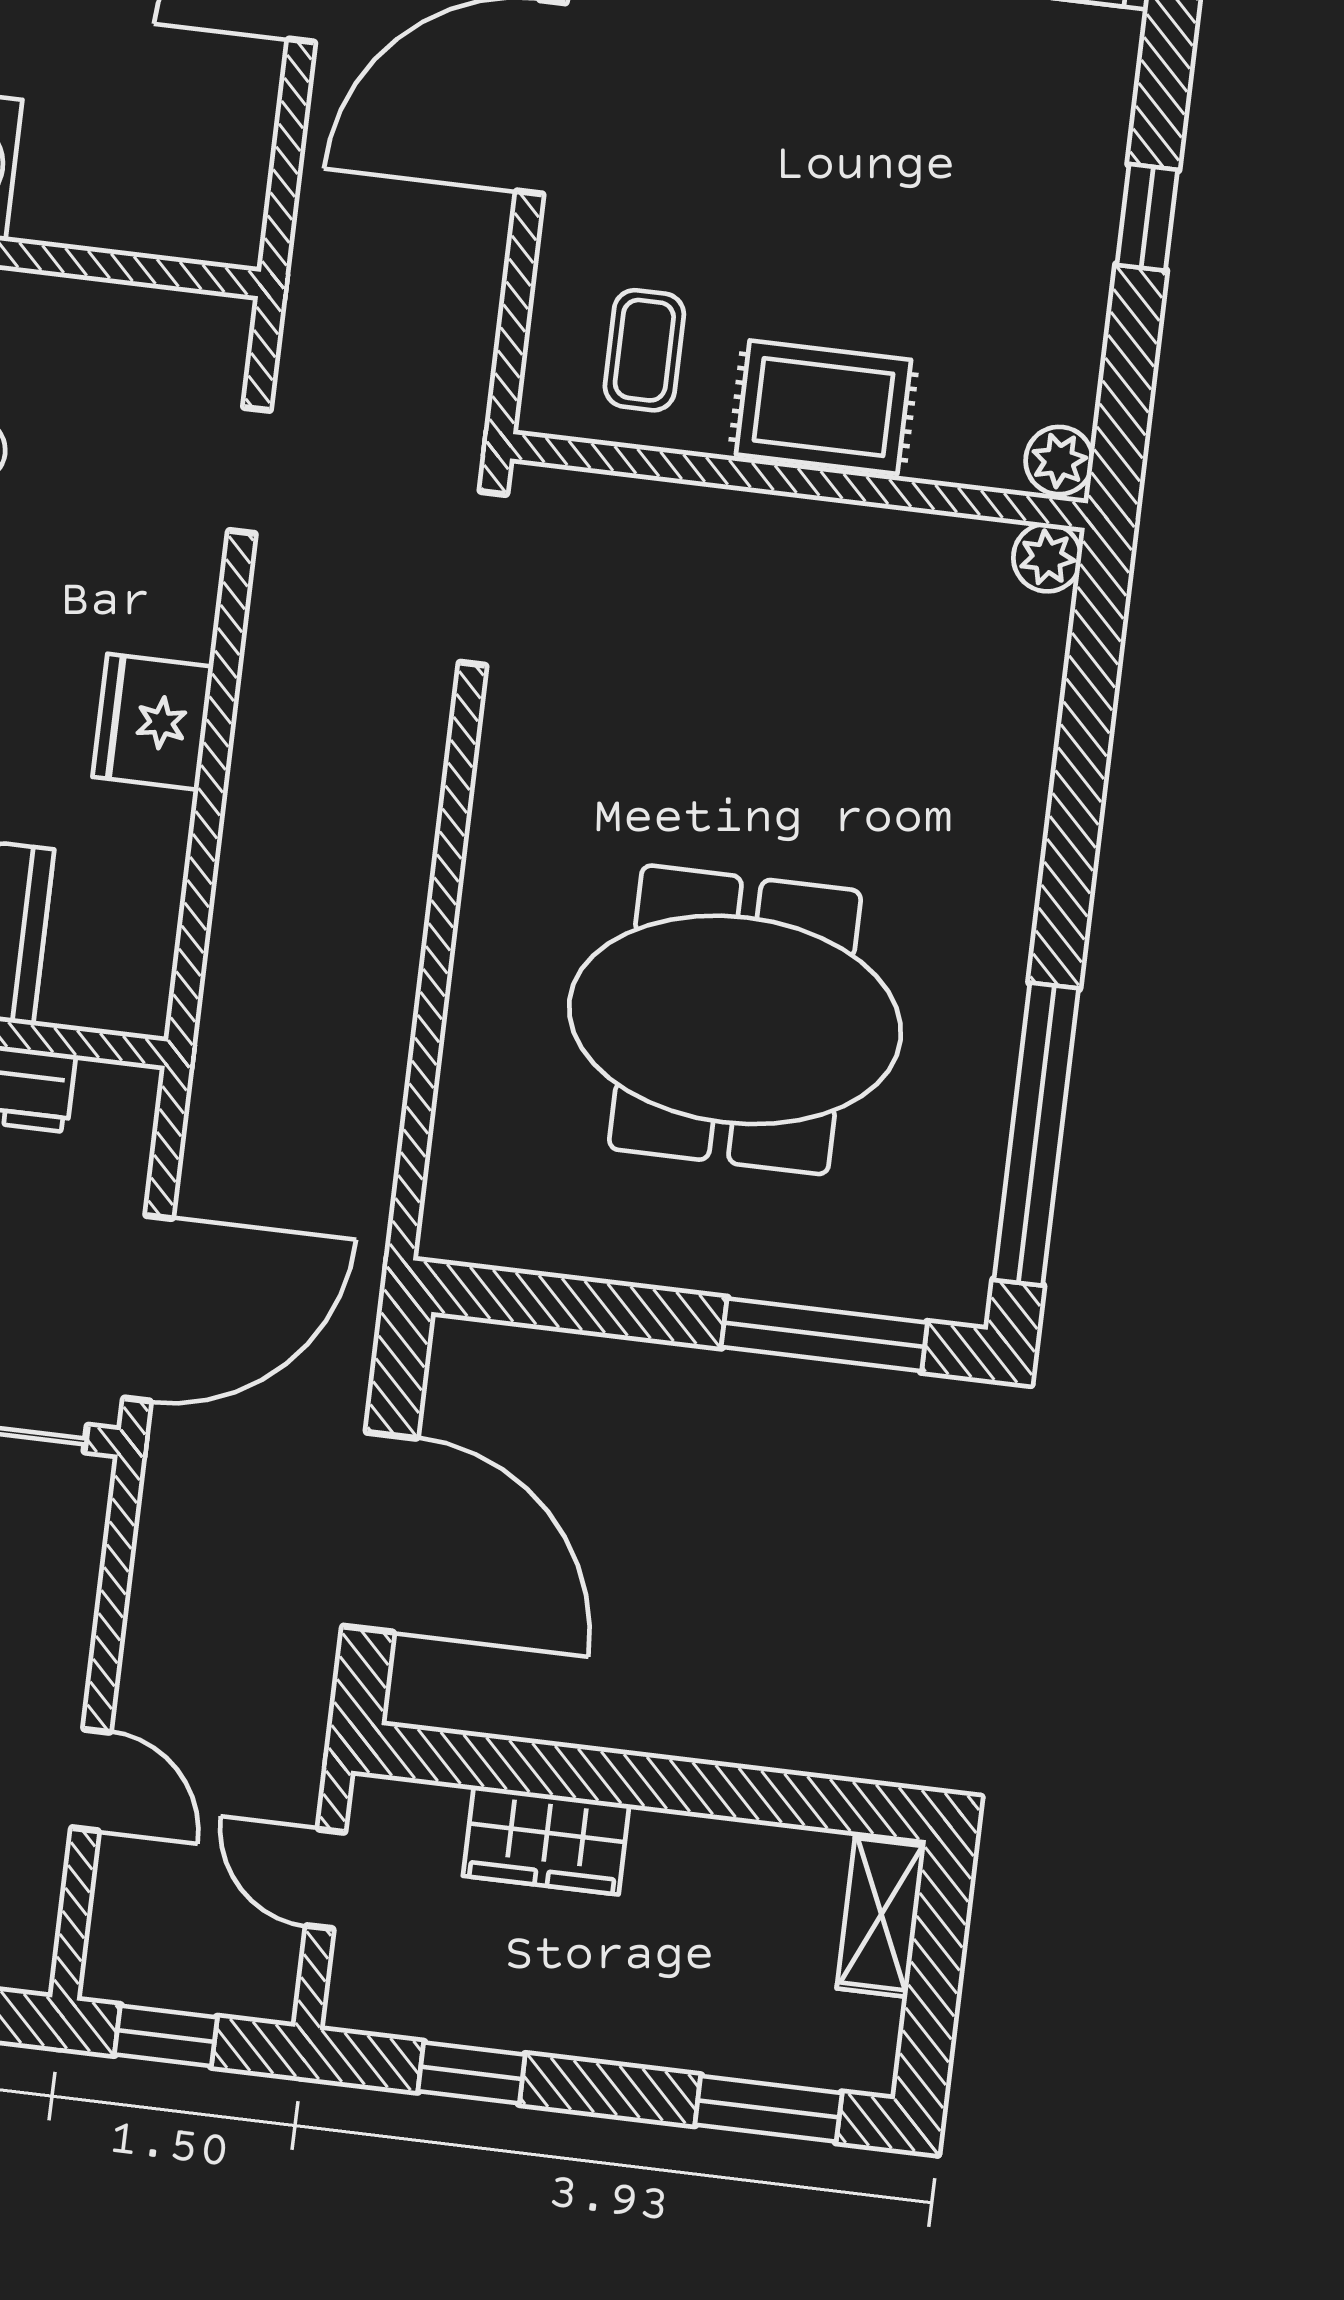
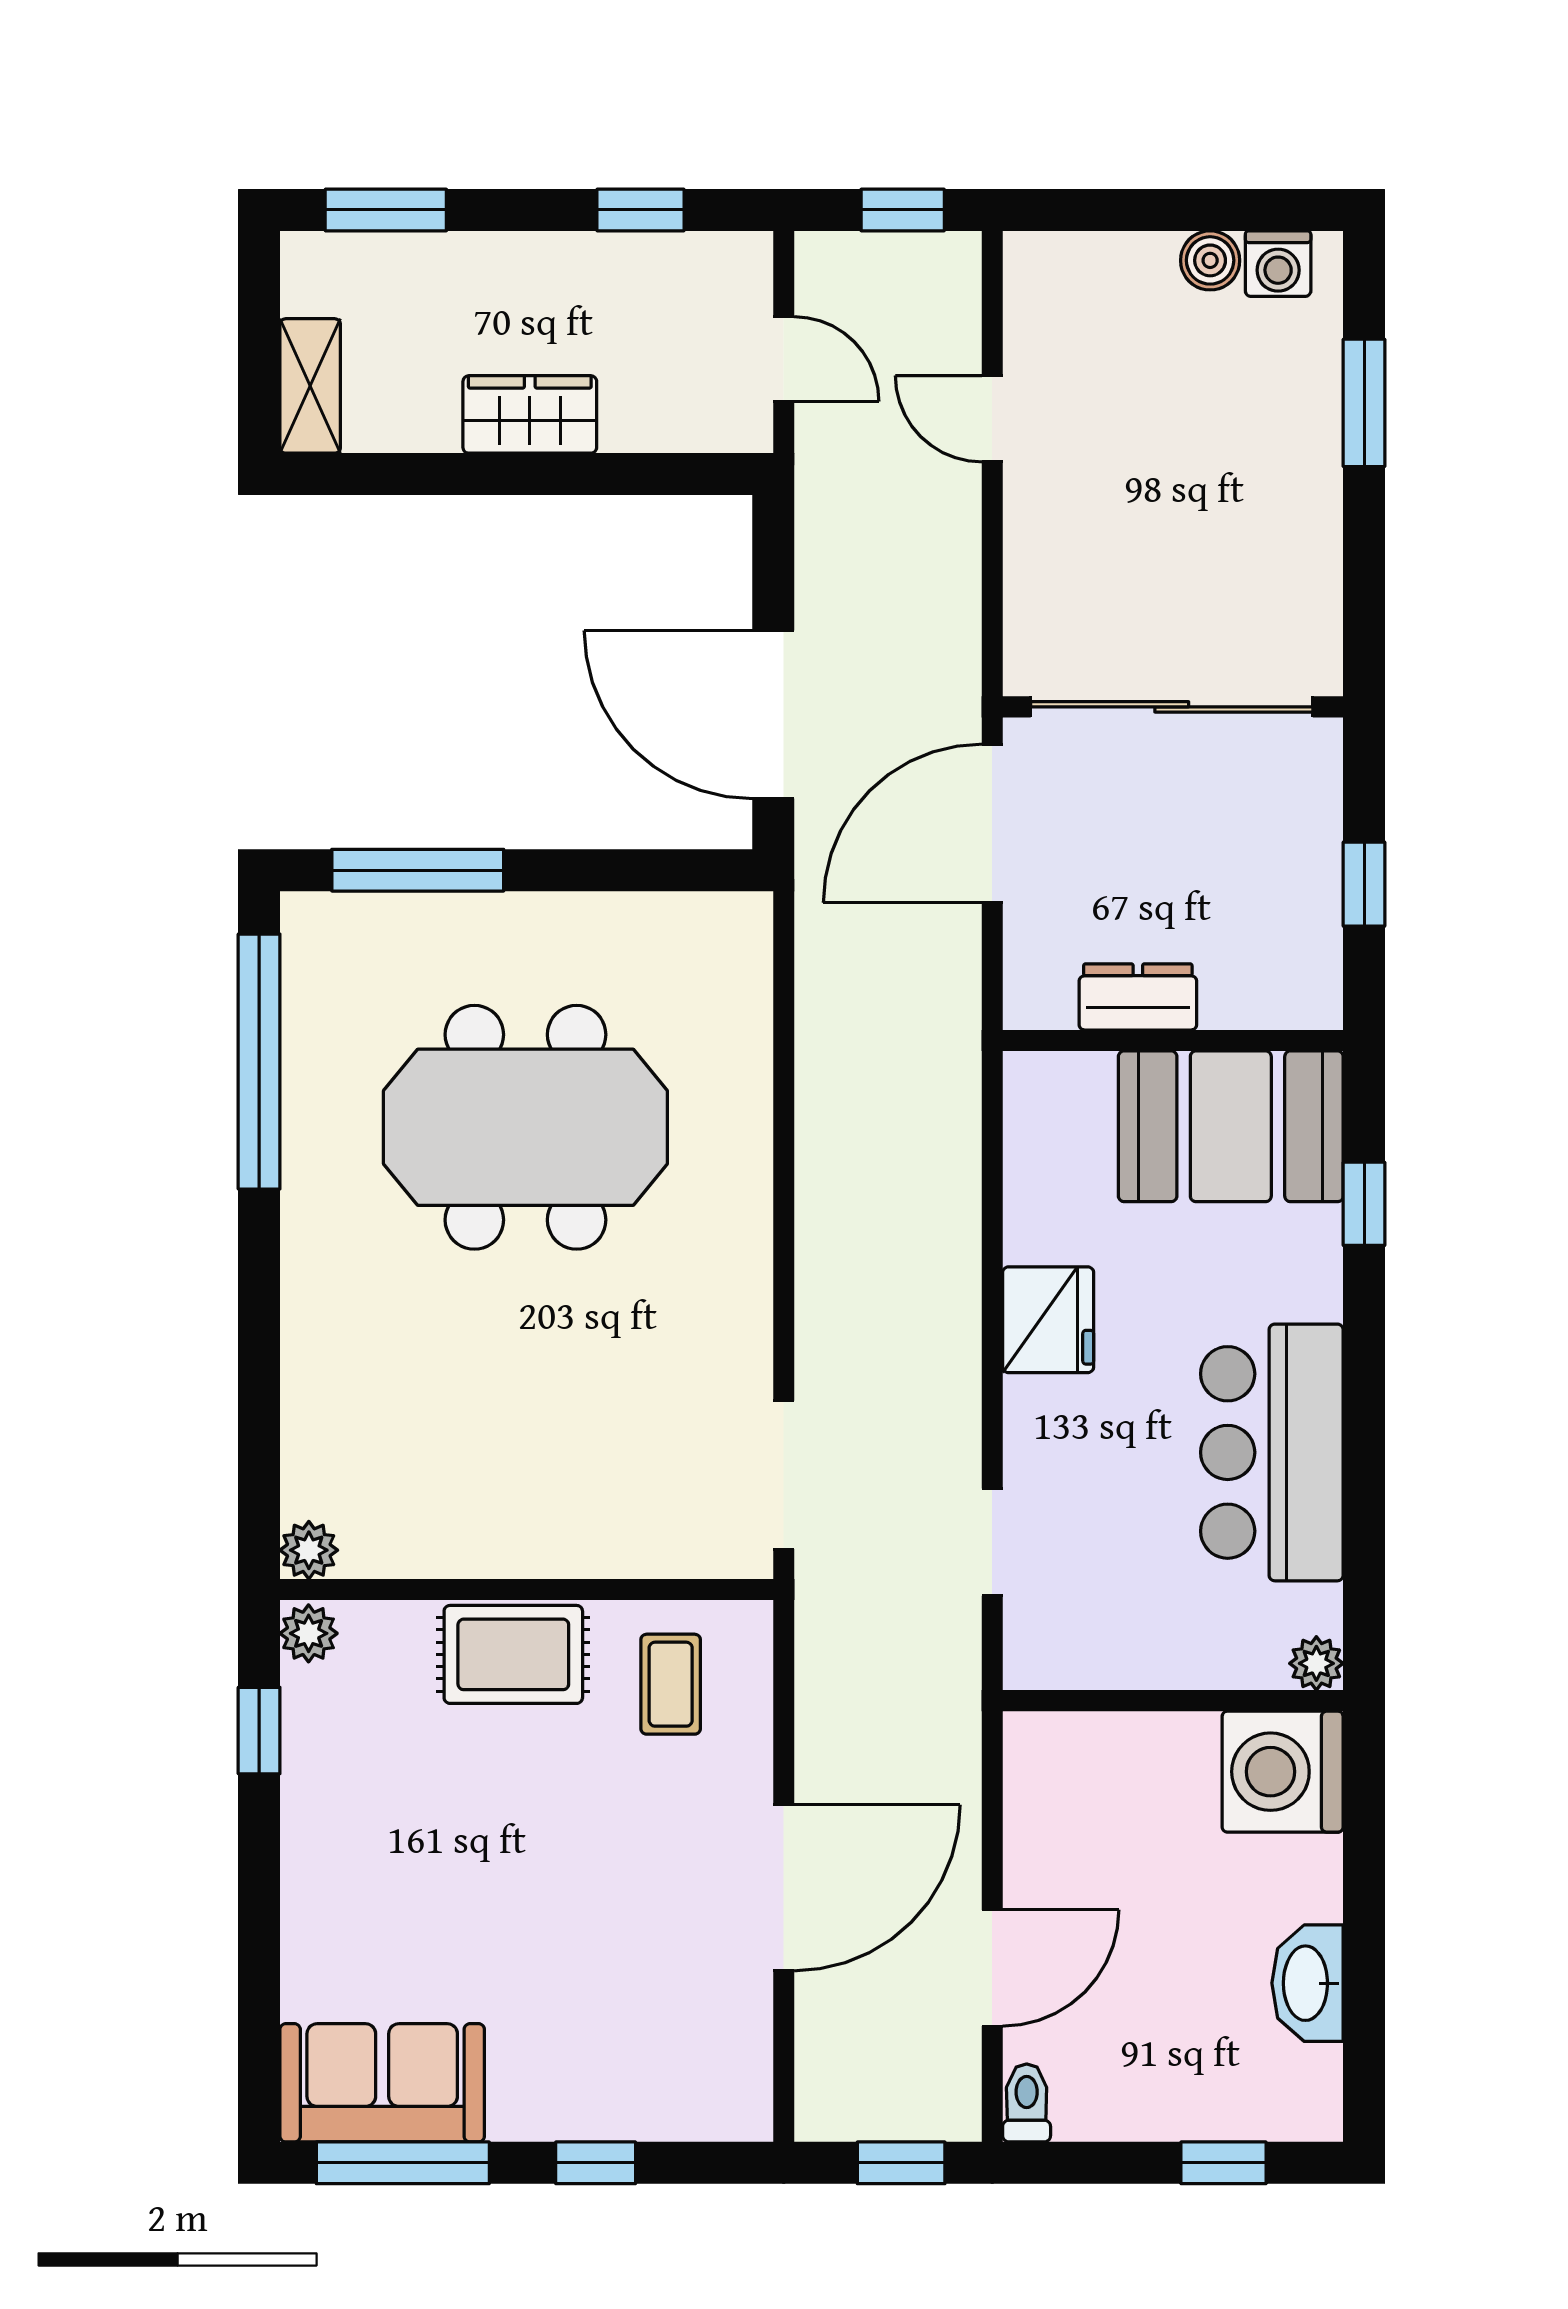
window: (1147, 217) -> (259, 1731), moved
door: (380, 1532) -> (773, 714), moved
wardrobe: (546, 1840) -> (530, 414), moved

